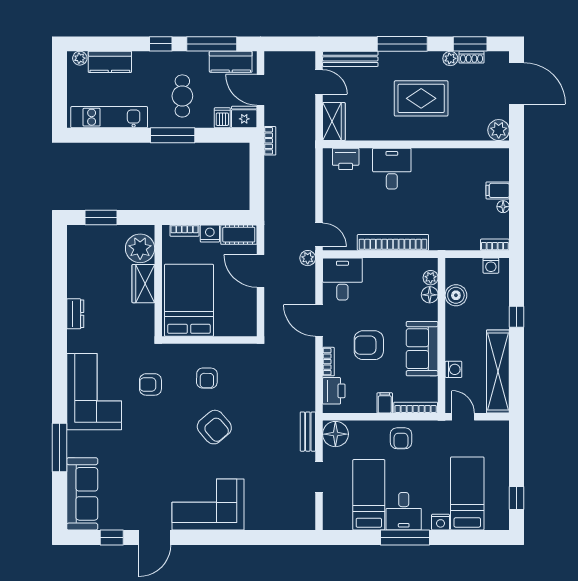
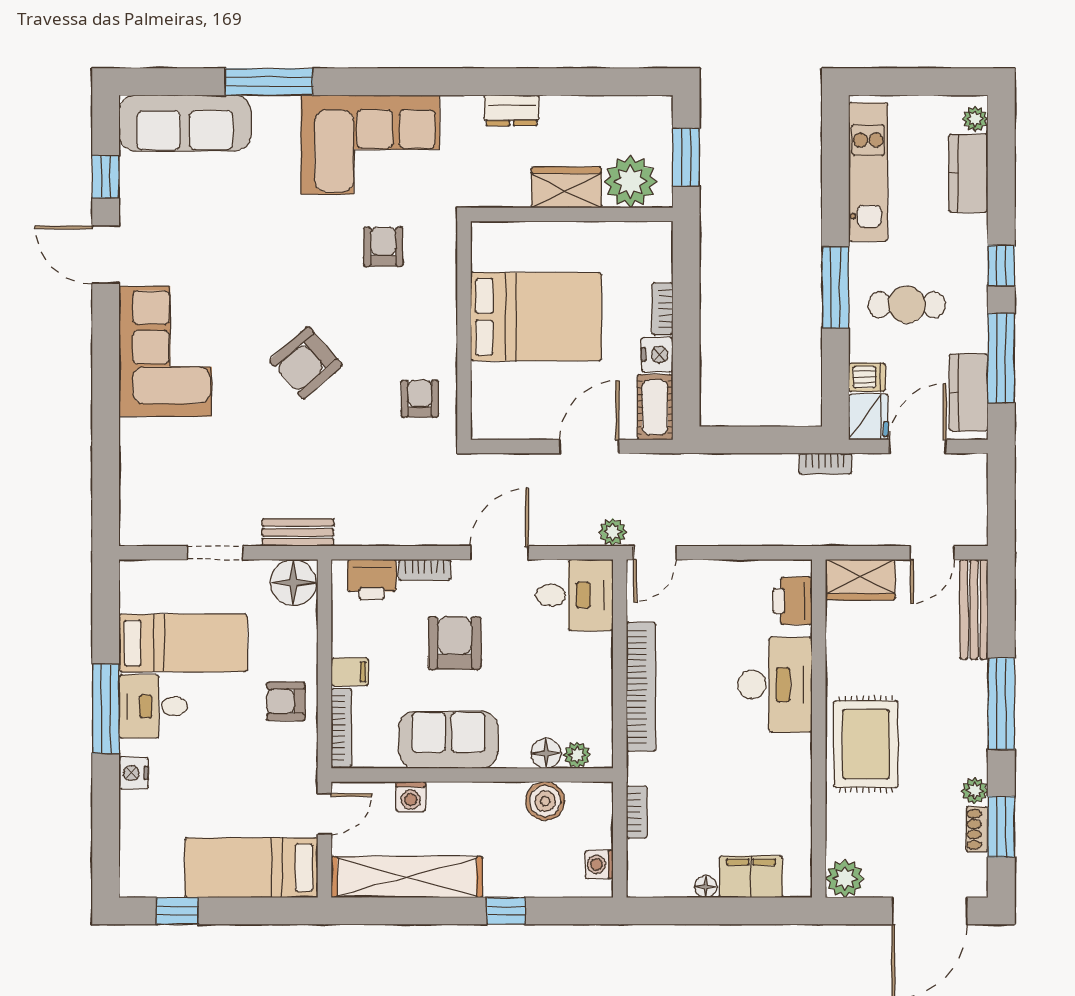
rug: (421, 98) -> (866, 744), moved
desk: (392, 169) -> (775, 685), width x1.37
filing cabinet: (498, 190) -> (751, 877), width x2.00
bookcase: (495, 245) -> (637, 812), moved
plant: (140, 248) -> (630, 182), moved
wall: (158, 281) -> (572, 214), moved
wardrobe: (143, 284) -> (566, 187), moved
armchair: (207, 378) -> (420, 399), moved, turned 89
bed: (467, 493) -> (251, 868), moved, turned 180

